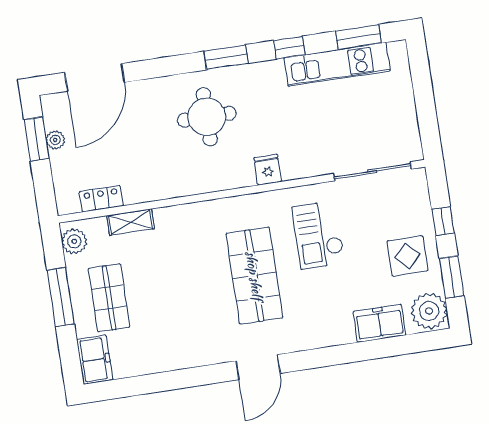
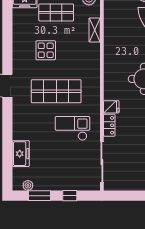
locker: (101, 199) -> (109, 125), moved
display table: (407, 256) -> (46, 50), moved
plant: (429, 311) -> (28, 185), width x0.53, depth x0.53

